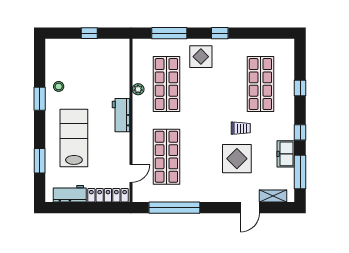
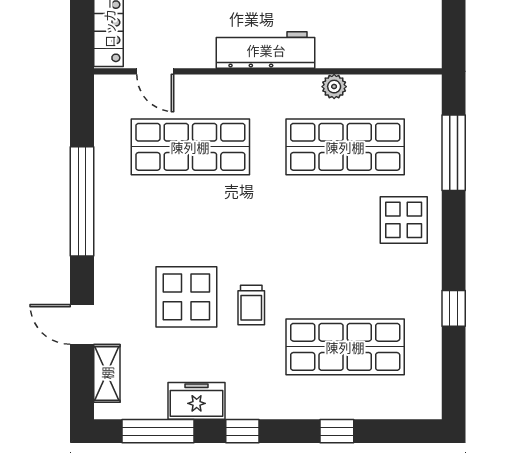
window: (220, 33) -> (454, 308), moved
workbench: (121, 115) -> (266, 50), width x1.38
window: (174, 208) -> (82, 201), moved

